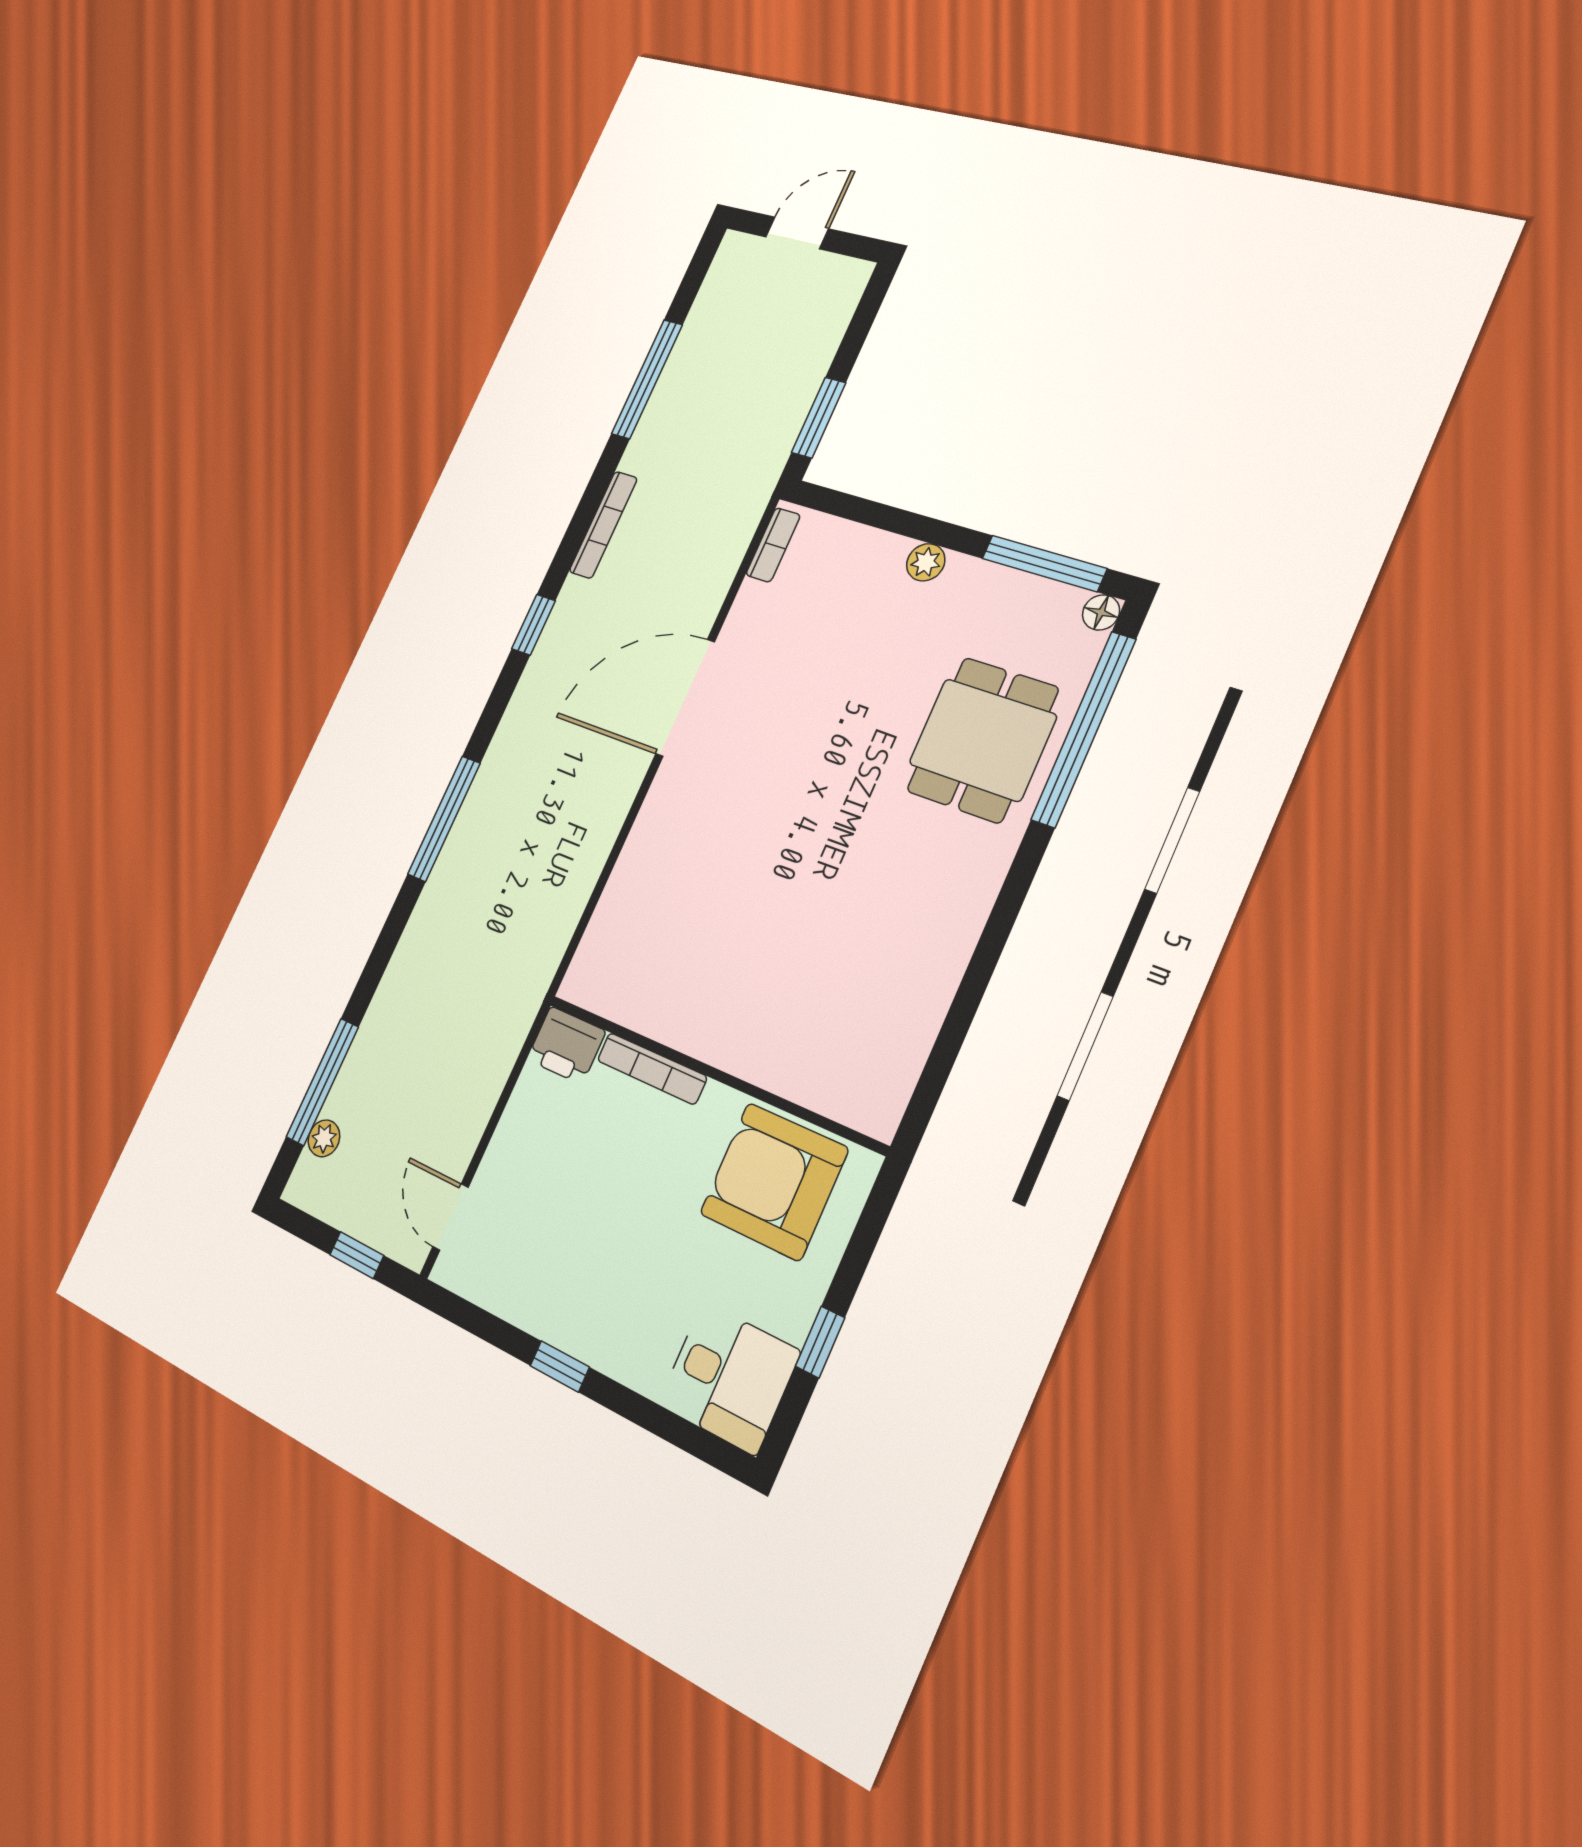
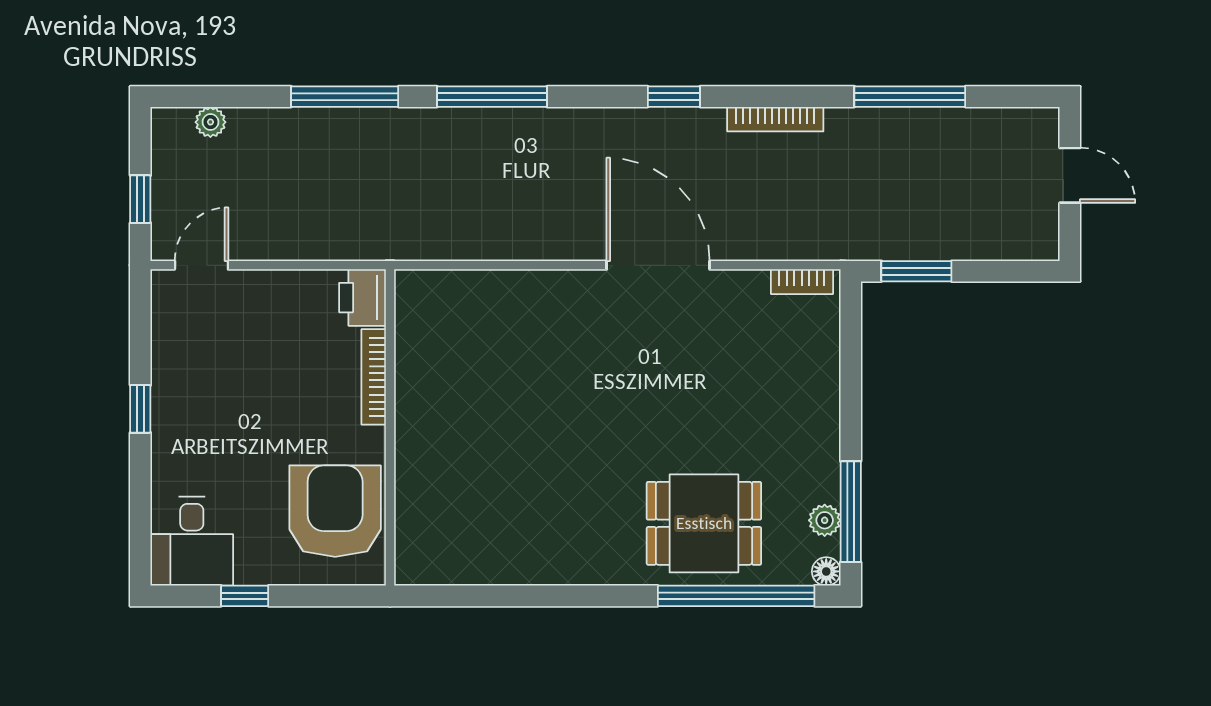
plant: (926, 562) -> (825, 520), moved
window: (322, 1082) -> (345, 97), moved

